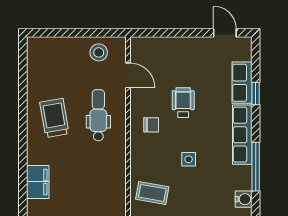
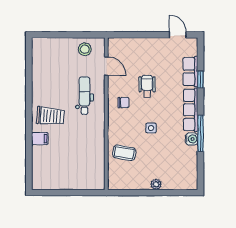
trolley: (54, 118) -> (50, 116), moved, turned 105
filing cabinet: (38, 182) -> (40, 139), width x0.50
water cooler: (244, 199) -> (192, 139), moved

